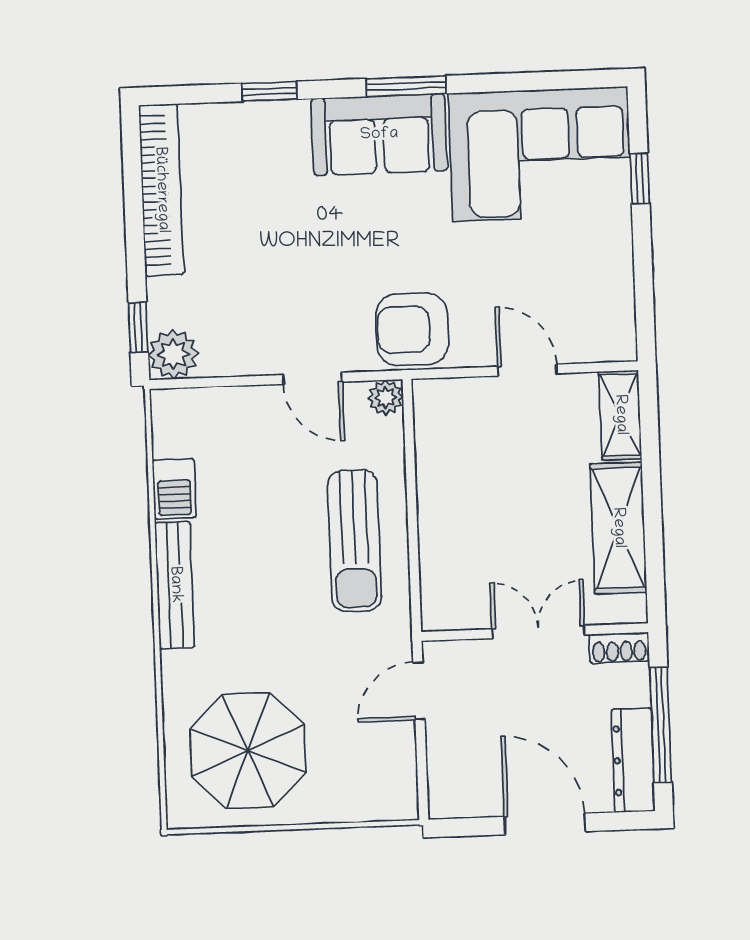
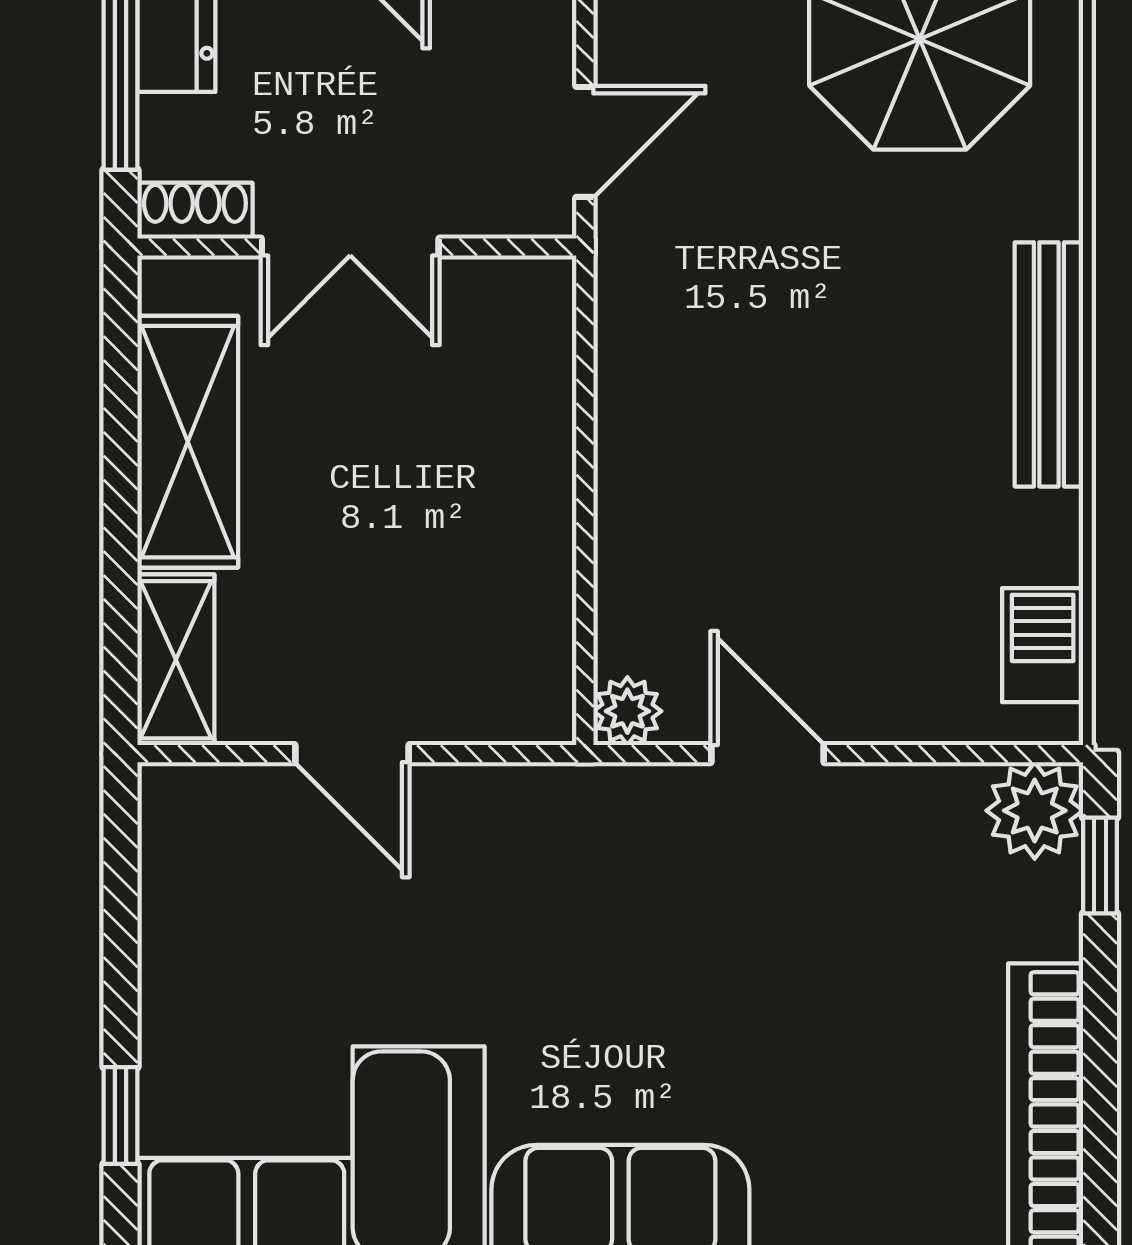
armchair: (412, 329) -> (571, 841), removed
barbecue: (174, 489) -> (1043, 645), moved
sun lounger: (355, 541) -> (698, 437), removed

